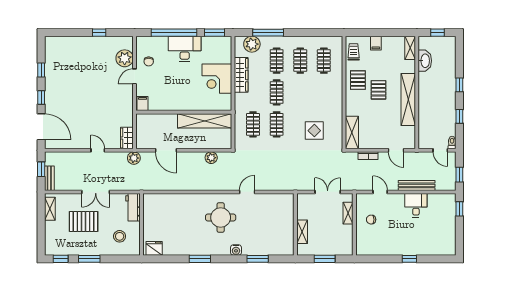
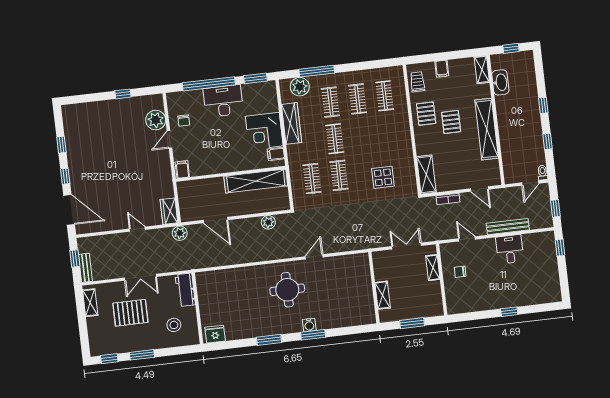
filing cabinet: (225, 100) -> (276, 154), added
door: (440, 150) -> (530, 183), hinge flipped
window: (258, 259) -> (313, 335), moved

